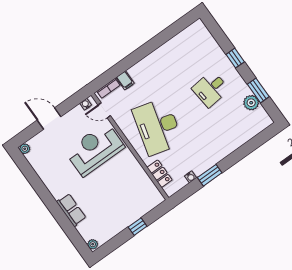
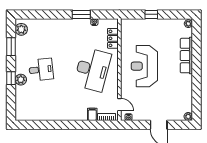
plant: (224, 64) -> (21, 80), added
plant: (251, 103) -> (21, 29), moved
reception desk: (95, 149) -> (144, 66), moved, turned 90
row of seats: (71, 210) -> (186, 56), width x1.48

